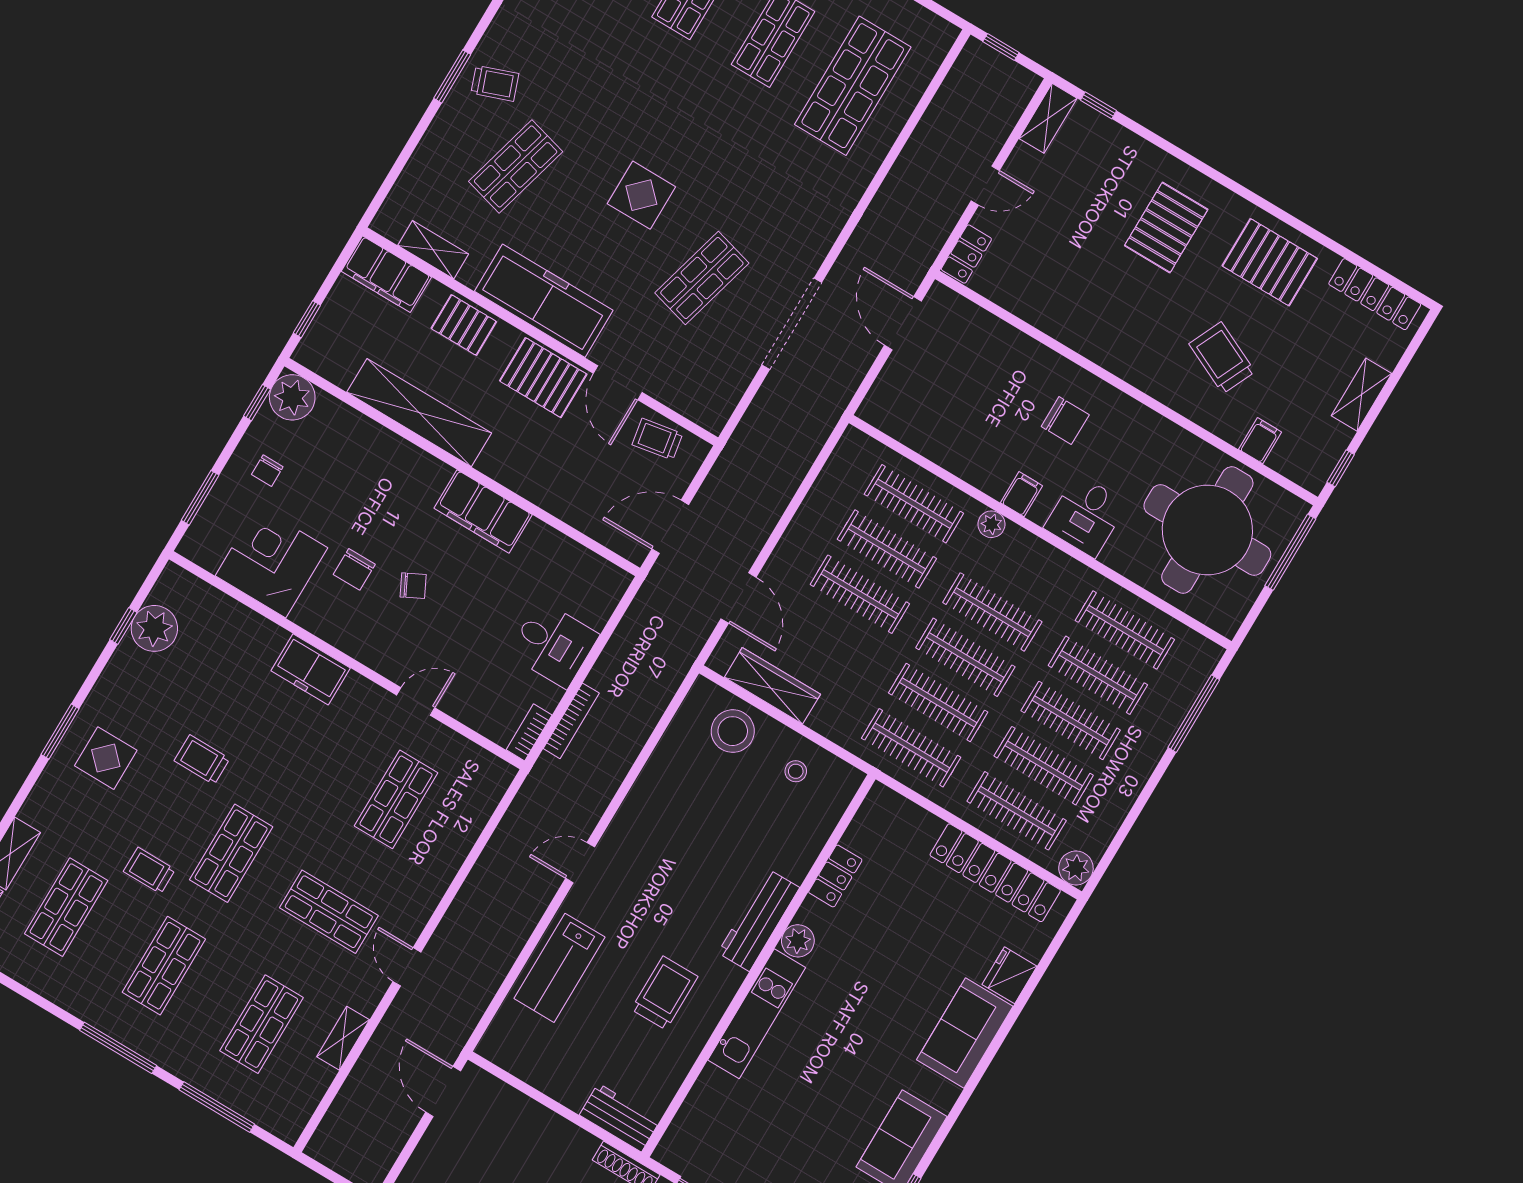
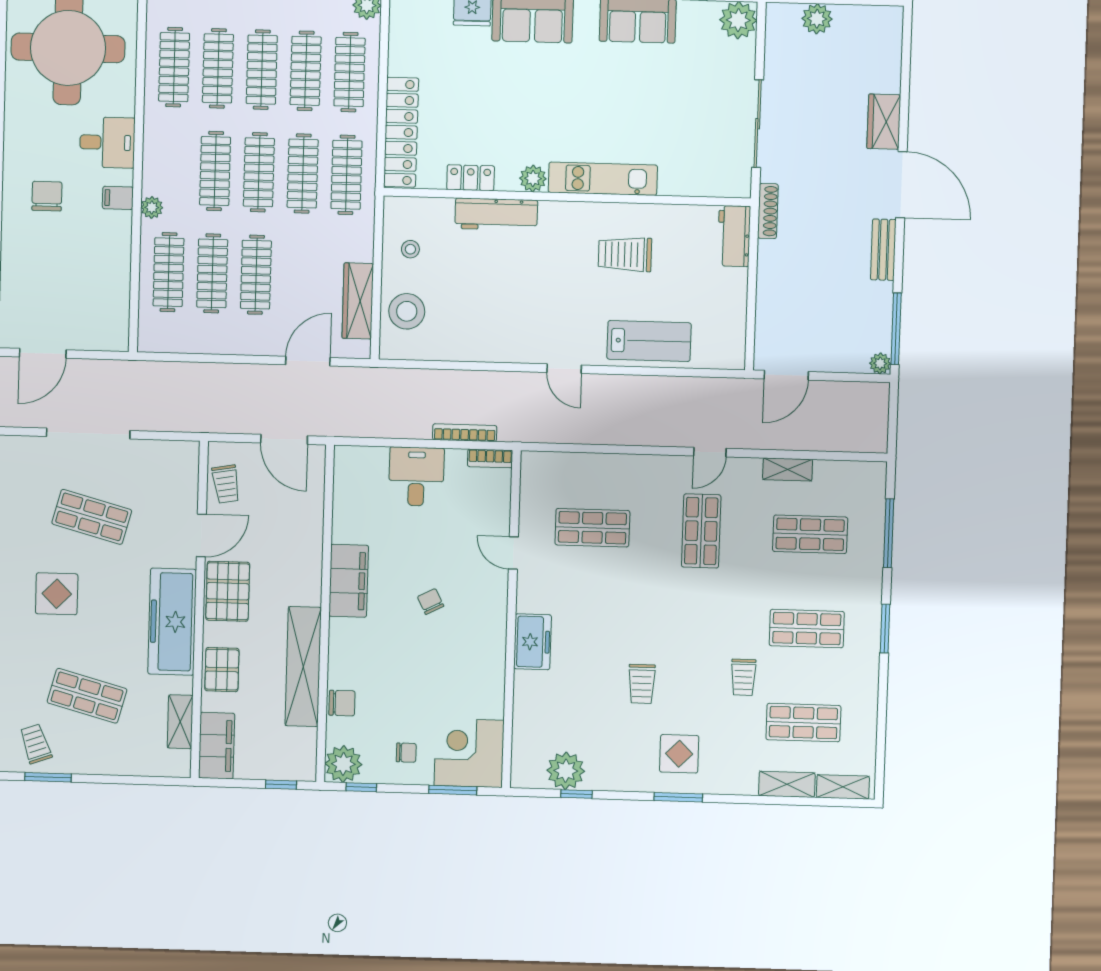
corner desk: (271, 562) -> (469, 753), moved, turned 90
chair: (354, 569) -> (342, 703), moved
shop shelf: (231, 853) -> (698, 625), removed
locker: (995, 873) -> (401, 132), moved
workbench: (759, 920) -> (496, 214), moved
window: (118, 1048) -> (885, 629), width x0.69

